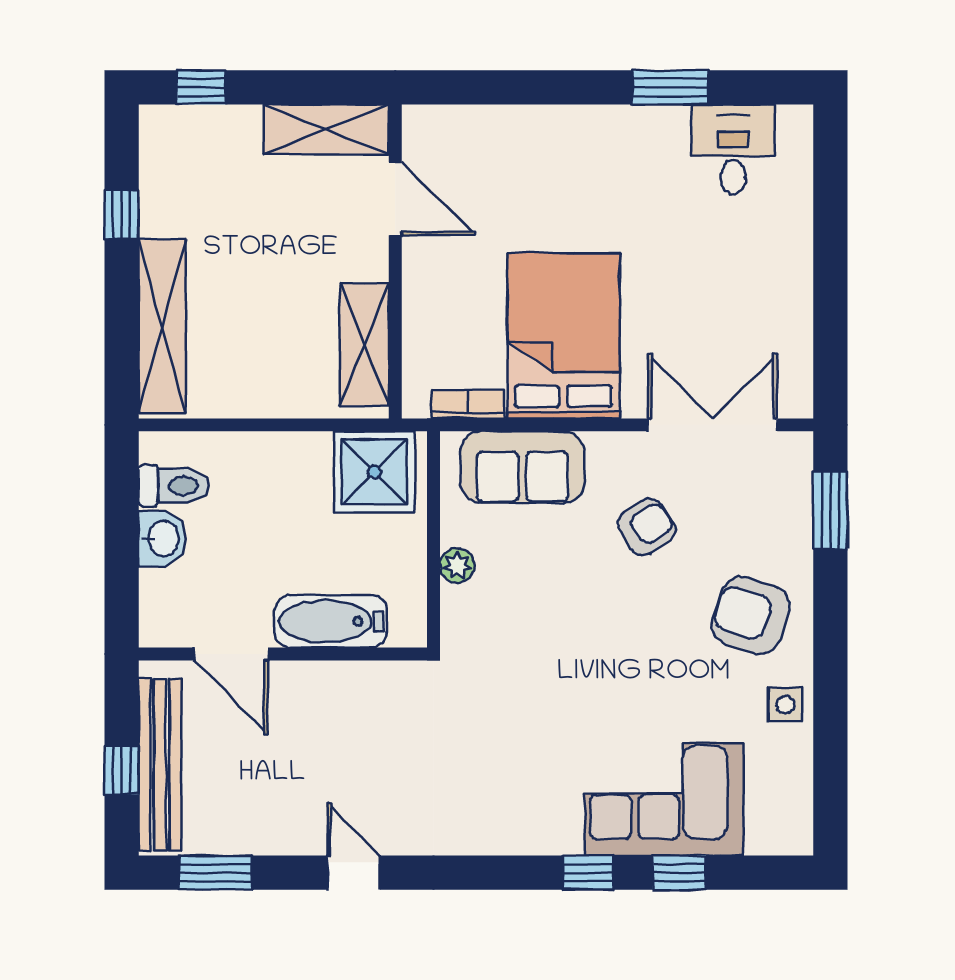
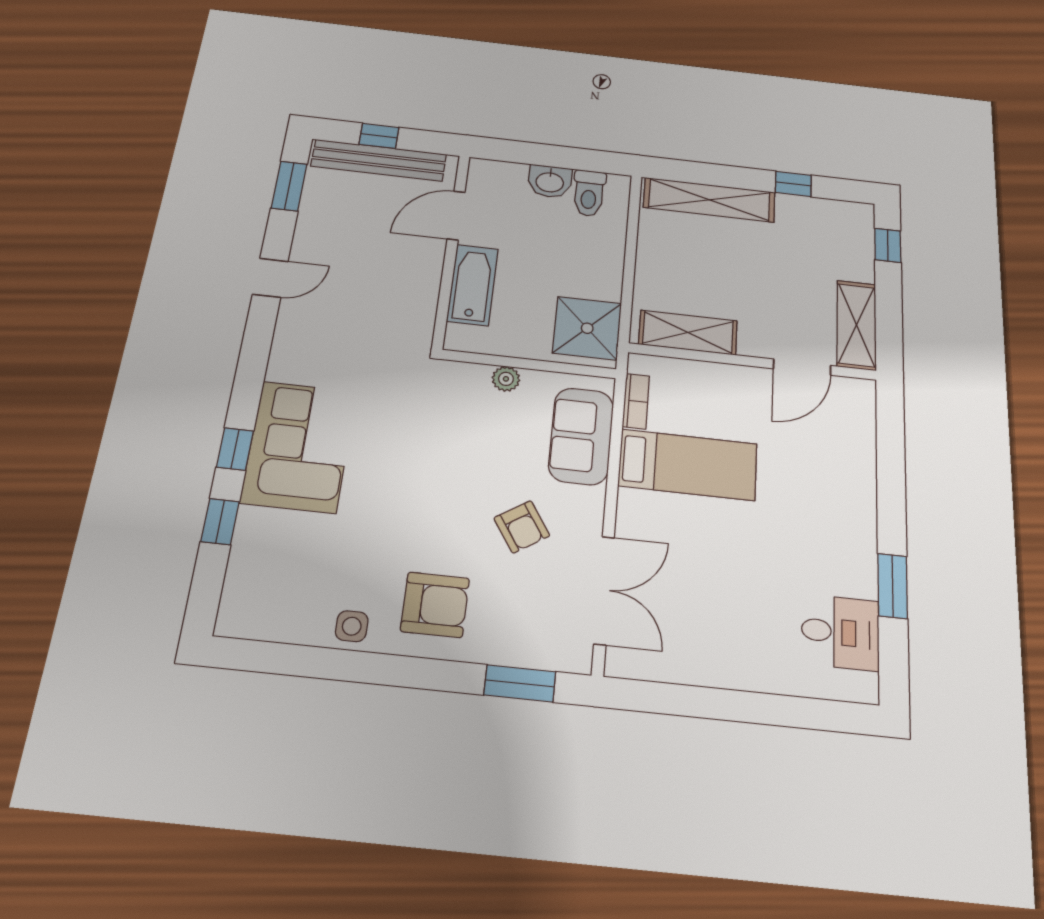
bed: (563, 336) -> (688, 465), width x0.67
armchair: (751, 615) -> (435, 605), turned 72
corner sofa: (664, 799) -> (299, 446), moved

